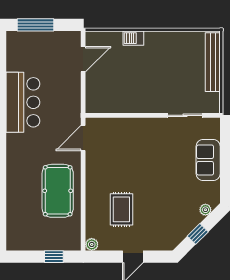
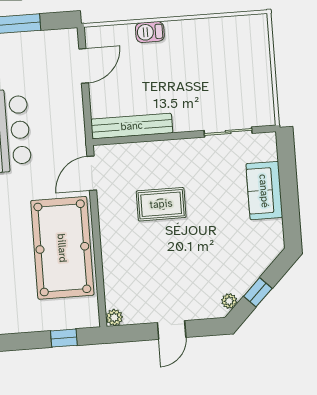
bench: (213, 62) -> (132, 126), moved, turned 90
pool table: (58, 191) -> (62, 248), width x1.36, depth x1.32
rug: (121, 209) -> (161, 204), moved, turned 90
plant: (205, 210) -> (229, 301), moved

